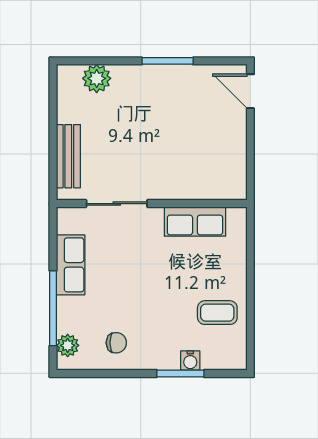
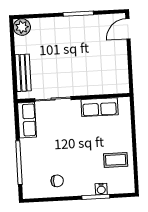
plant: (97, 78) -> (22, 27), moved
door: (250, 91) -> (128, 29), hinge flipped
row of seats: (71, 265) -> (27, 120), moved
plant: (68, 345) -> (29, 184), removed

